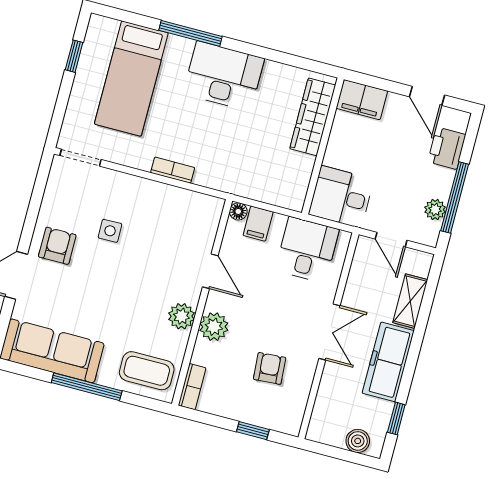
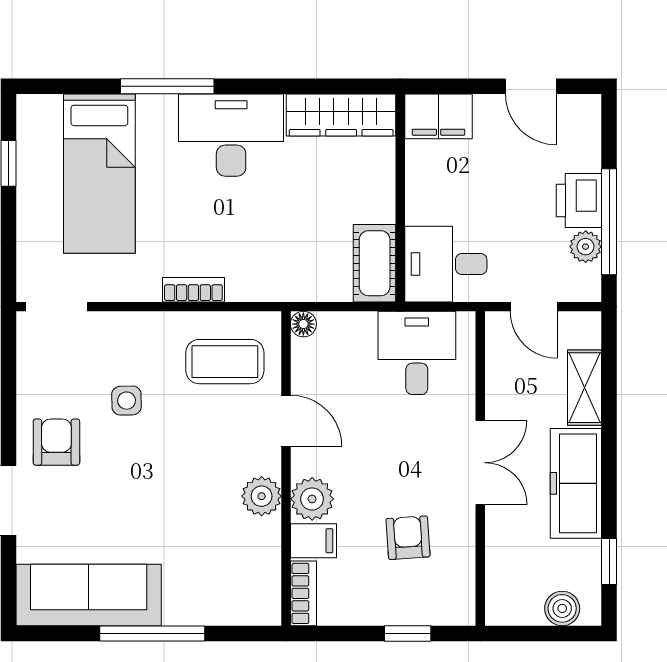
wardrobe: (313, 117) -> (341, 115), moved, turned -90
printer: (447, 148) -> (579, 201), moved
cot: (295, 184) -> (375, 263), added
filing cabinet: (258, 224) -> (313, 541), moved, turned -90
coffee table: (147, 371) -> (225, 362), moved

